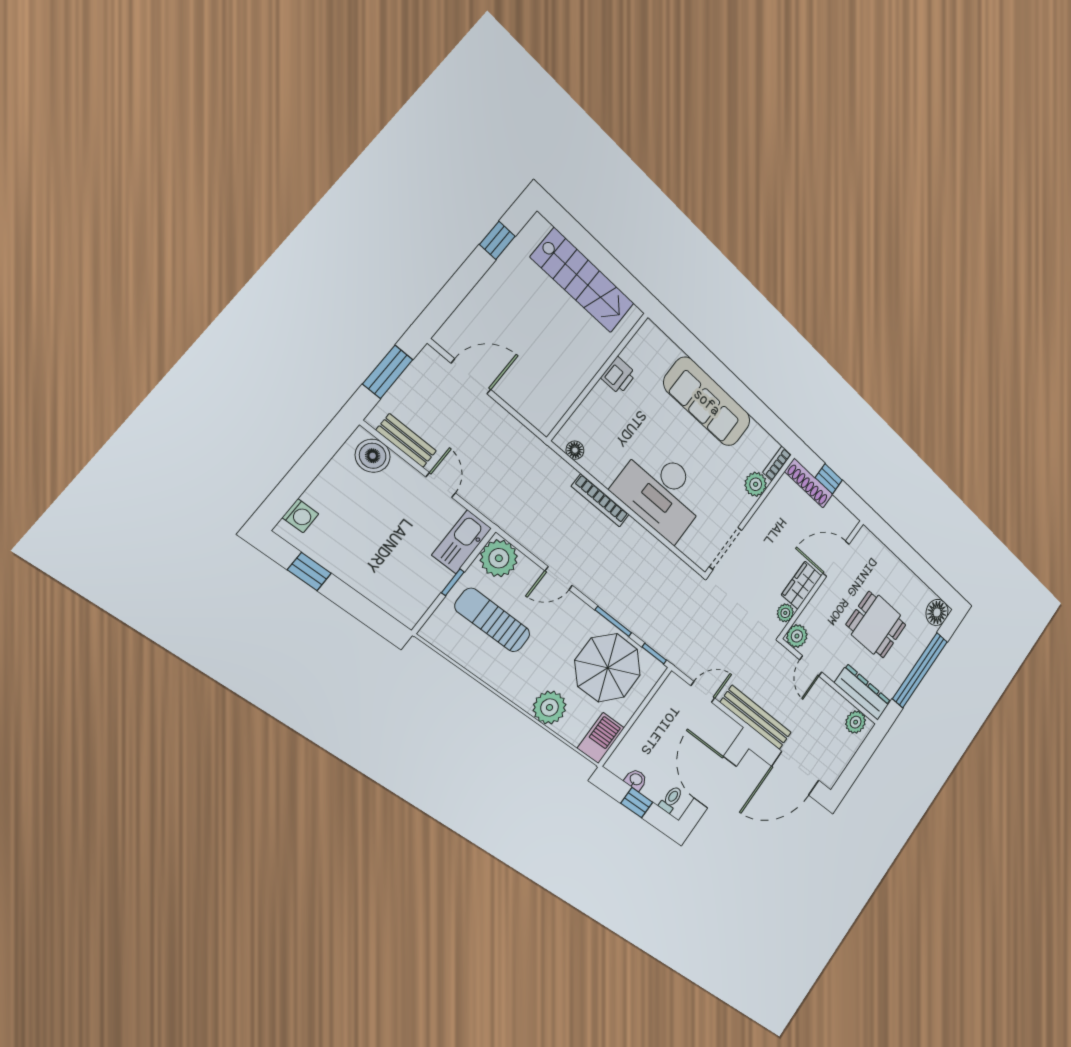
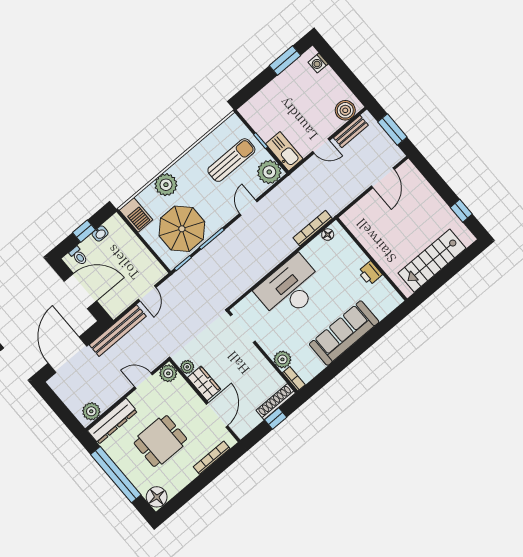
bookcase: (600, 500) -> (313, 228), moved
bookcase: (885, 554) -> (212, 458), added
window: (309, 572) -> (285, 61), width x1.50

